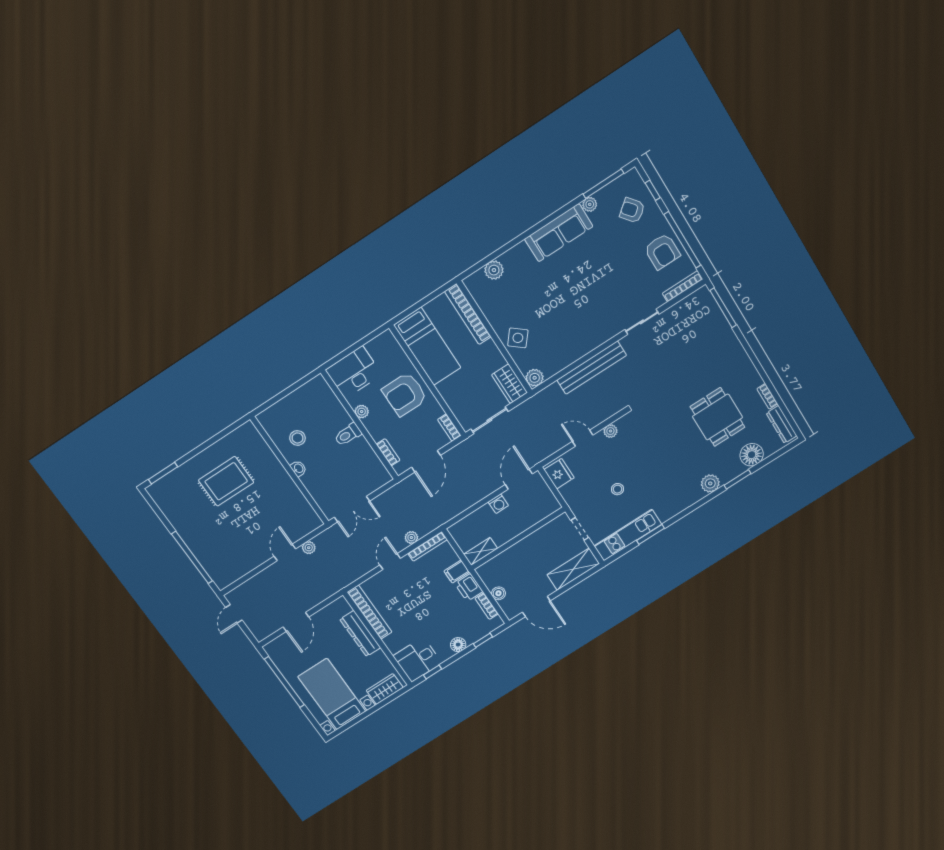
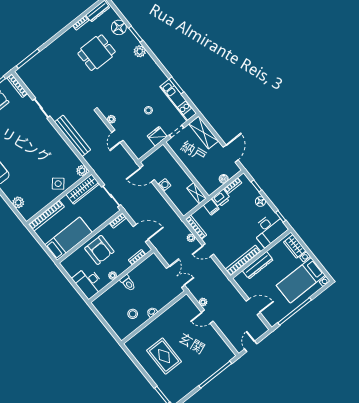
wardrobe: (510, 384) -> (83, 189), width x1.50
fridge: (559, 474) -> (157, 136), moved
door: (234, 614) -> (251, 346), swing flipped
desk: (417, 659) -> (269, 229), width x1.37

